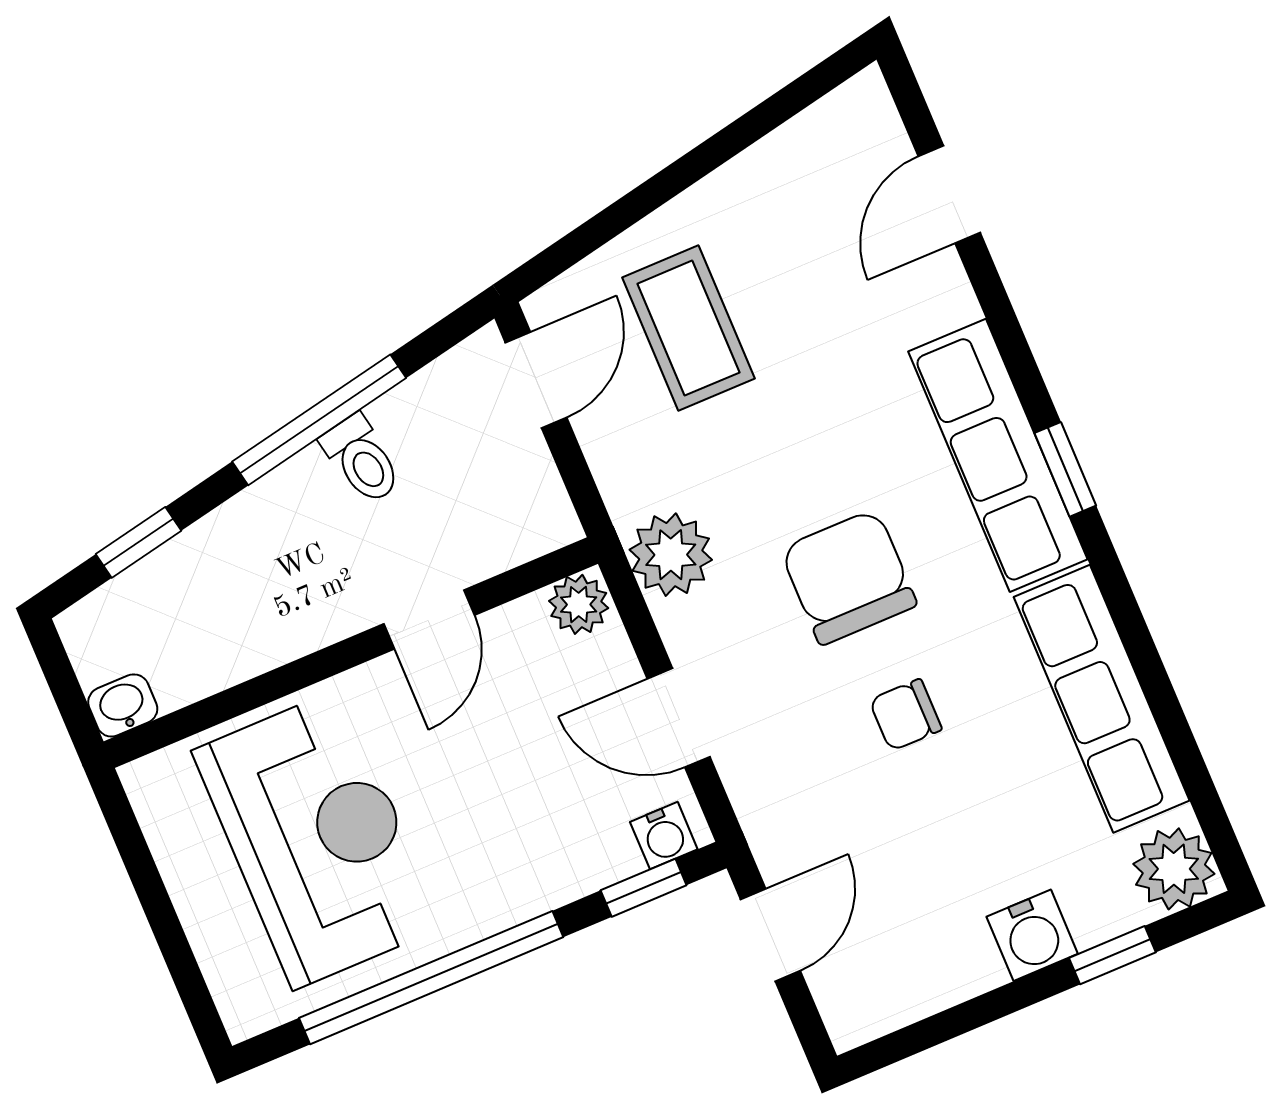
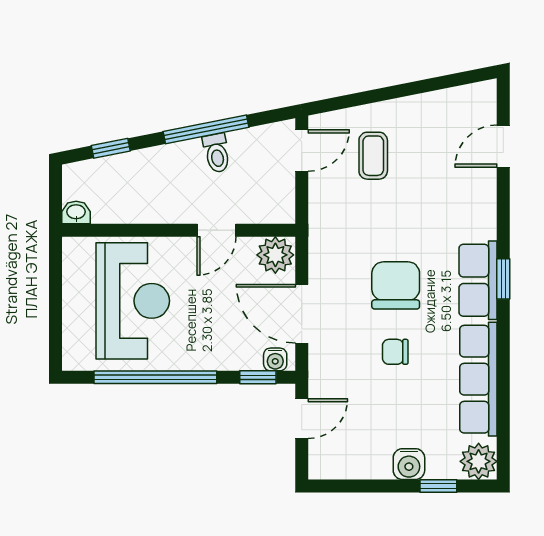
coffee table: (688, 328) -> (373, 156), width x0.73, depth x0.77
row of seats: (998, 455) -> (478, 280), width x0.68
plant: (671, 555) -> (327, 246), removed
plant: (579, 604) -> (275, 255), width x1.38, depth x1.38
door: (679, 718) -> (302, 314), width x1.38

